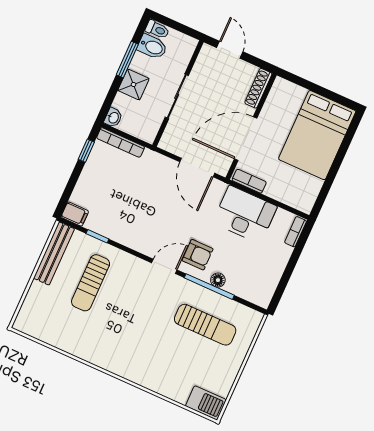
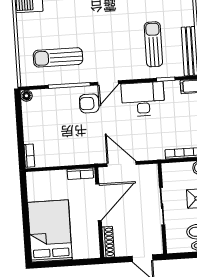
desk: (245, 214) -> (143, 99), moved, turned 180
floor lamp: (218, 280) -> (26, 96), moved

